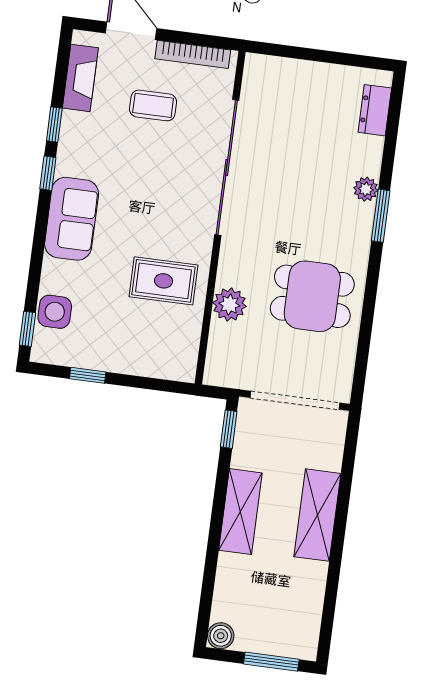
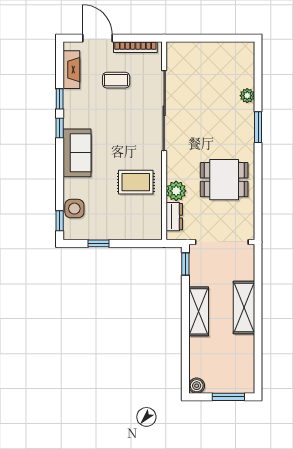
dresser: (375, 110) -> (174, 217), moved, turned 180
plant: (366, 189) -> (247, 96), moved

